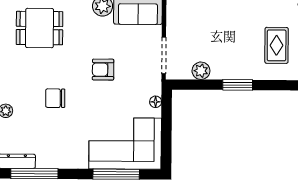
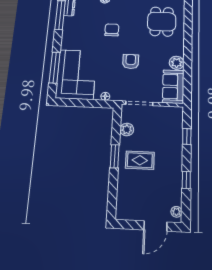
rug: (277, 45) -> (140, 160), moved

